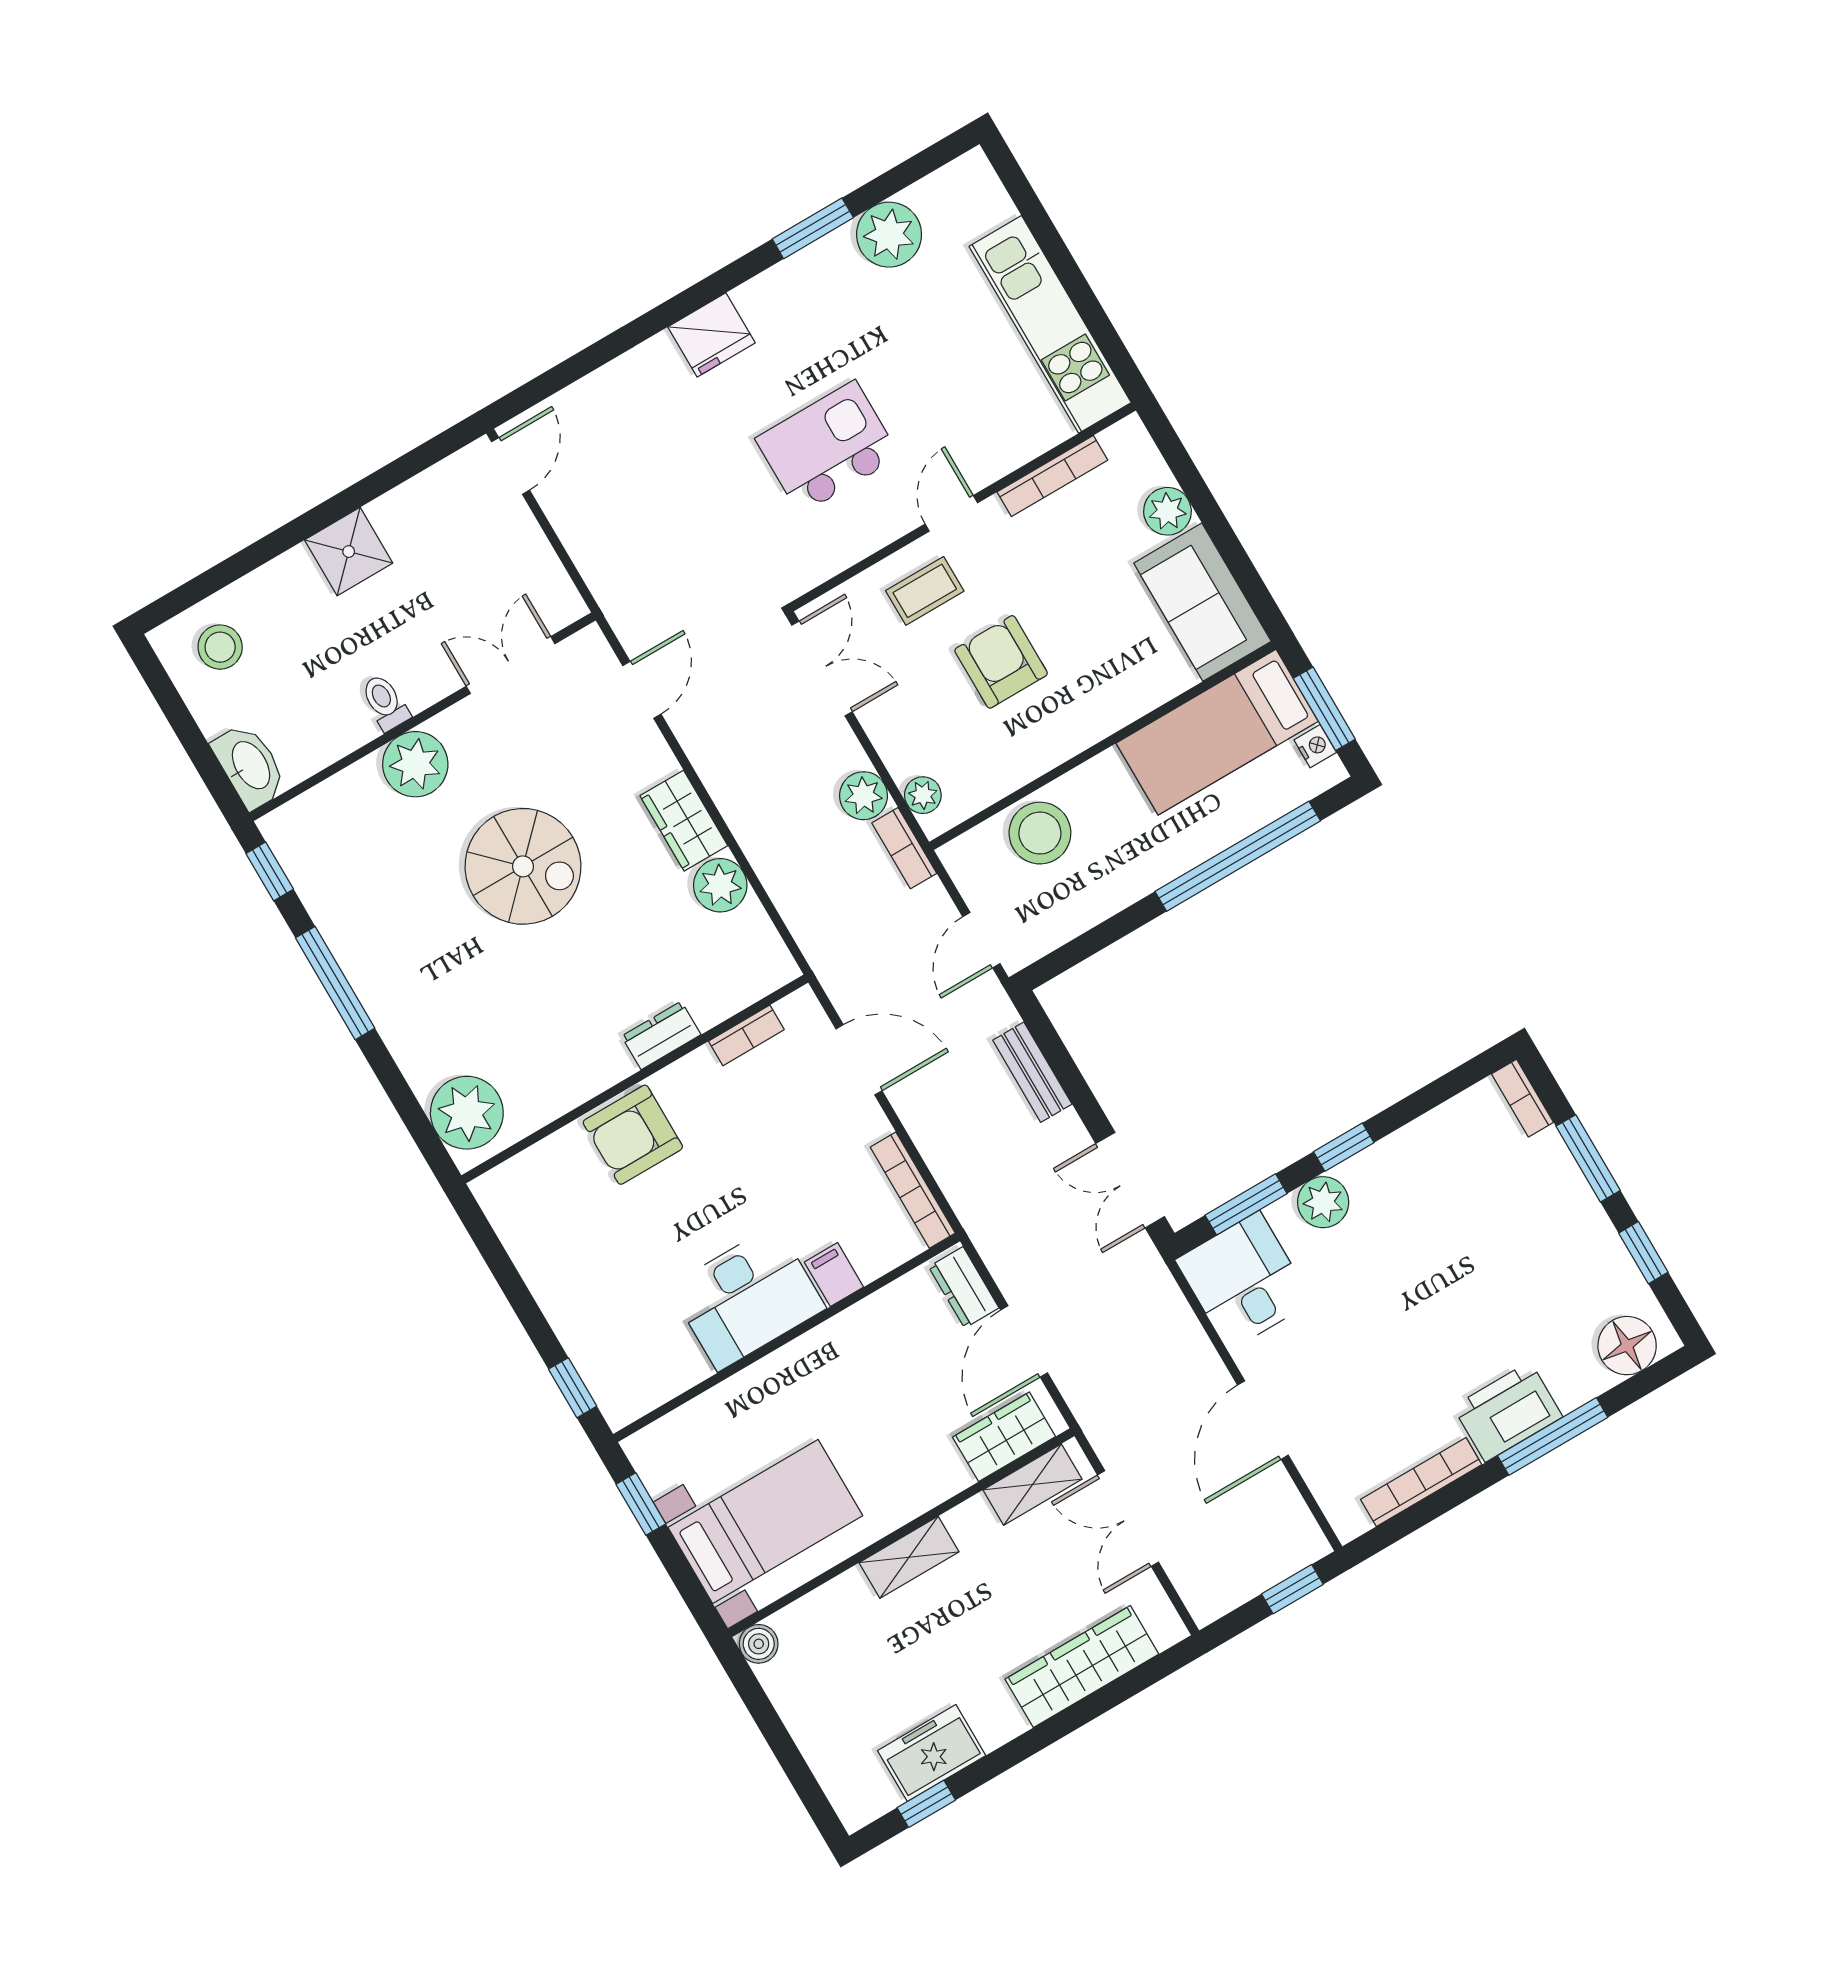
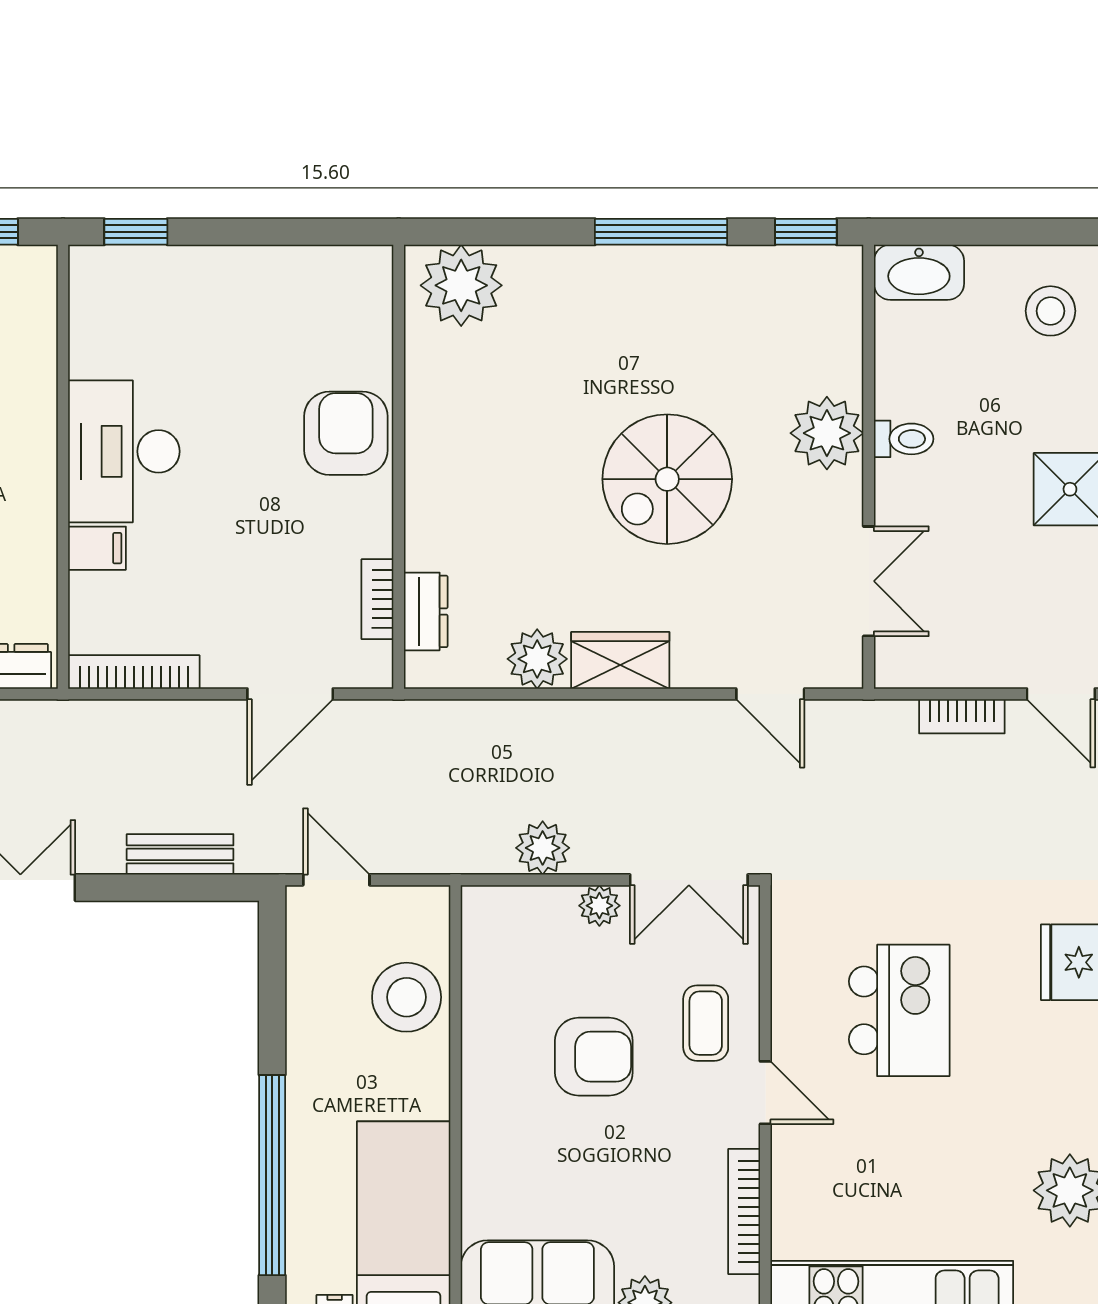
plant: (923, 795) -> (599, 906), moved
bookcase: (904, 848) -> (962, 716), moved, turned 180
dresser: (661, 1035) -> (426, 611), moved

